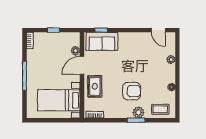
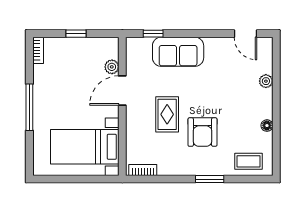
sofa: (102, 41) -> (178, 52), moved
rug: (95, 86) -> (167, 114), moved
armchair: (132, 91) -> (202, 132), turned 90
plant: (138, 112) -> (213, 166), removed

